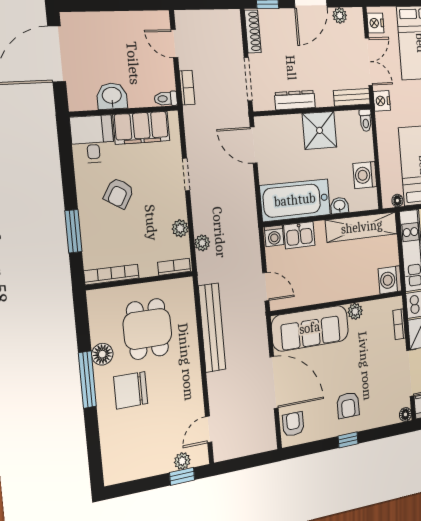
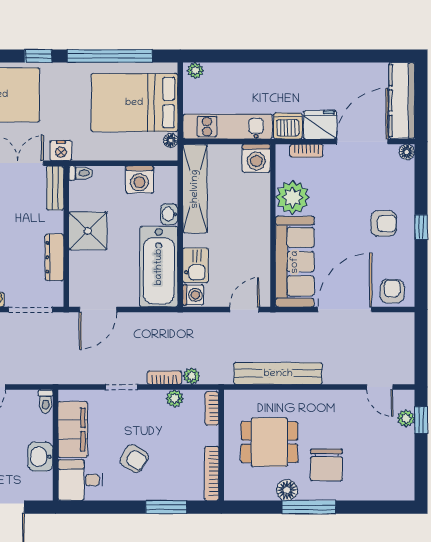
bookcase: (187, 88) -> (164, 378), moved
plant: (355, 311) -> (293, 197), width x1.88, depth x1.88
armchair: (293, 424) -> (392, 291), turned 90

